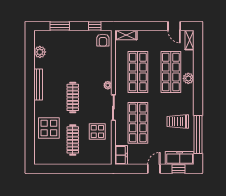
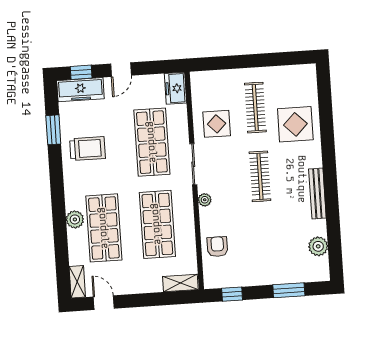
armchair: (103, 40) -> (217, 247), moved
window: (198, 135) -> (53, 130), width x0.47

